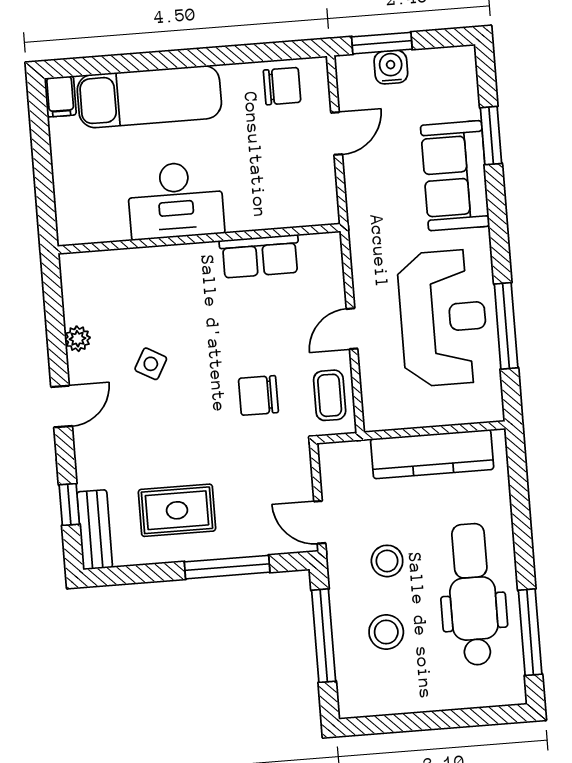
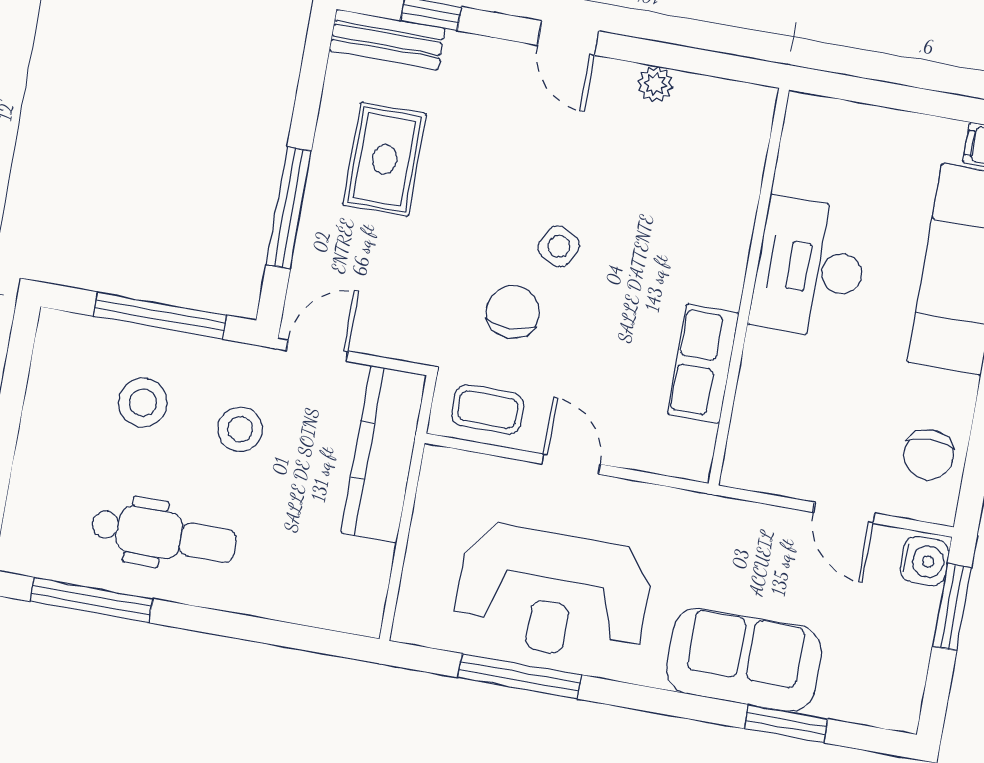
water cooler: (391, 67) -> (924, 561), moved
side table: (151, 364) -> (559, 246), moved
kitchen counter: (432, 454) -> (384, 454), moved
dental chair: (473, 594) -> (164, 535), width x0.73, depth x0.72

